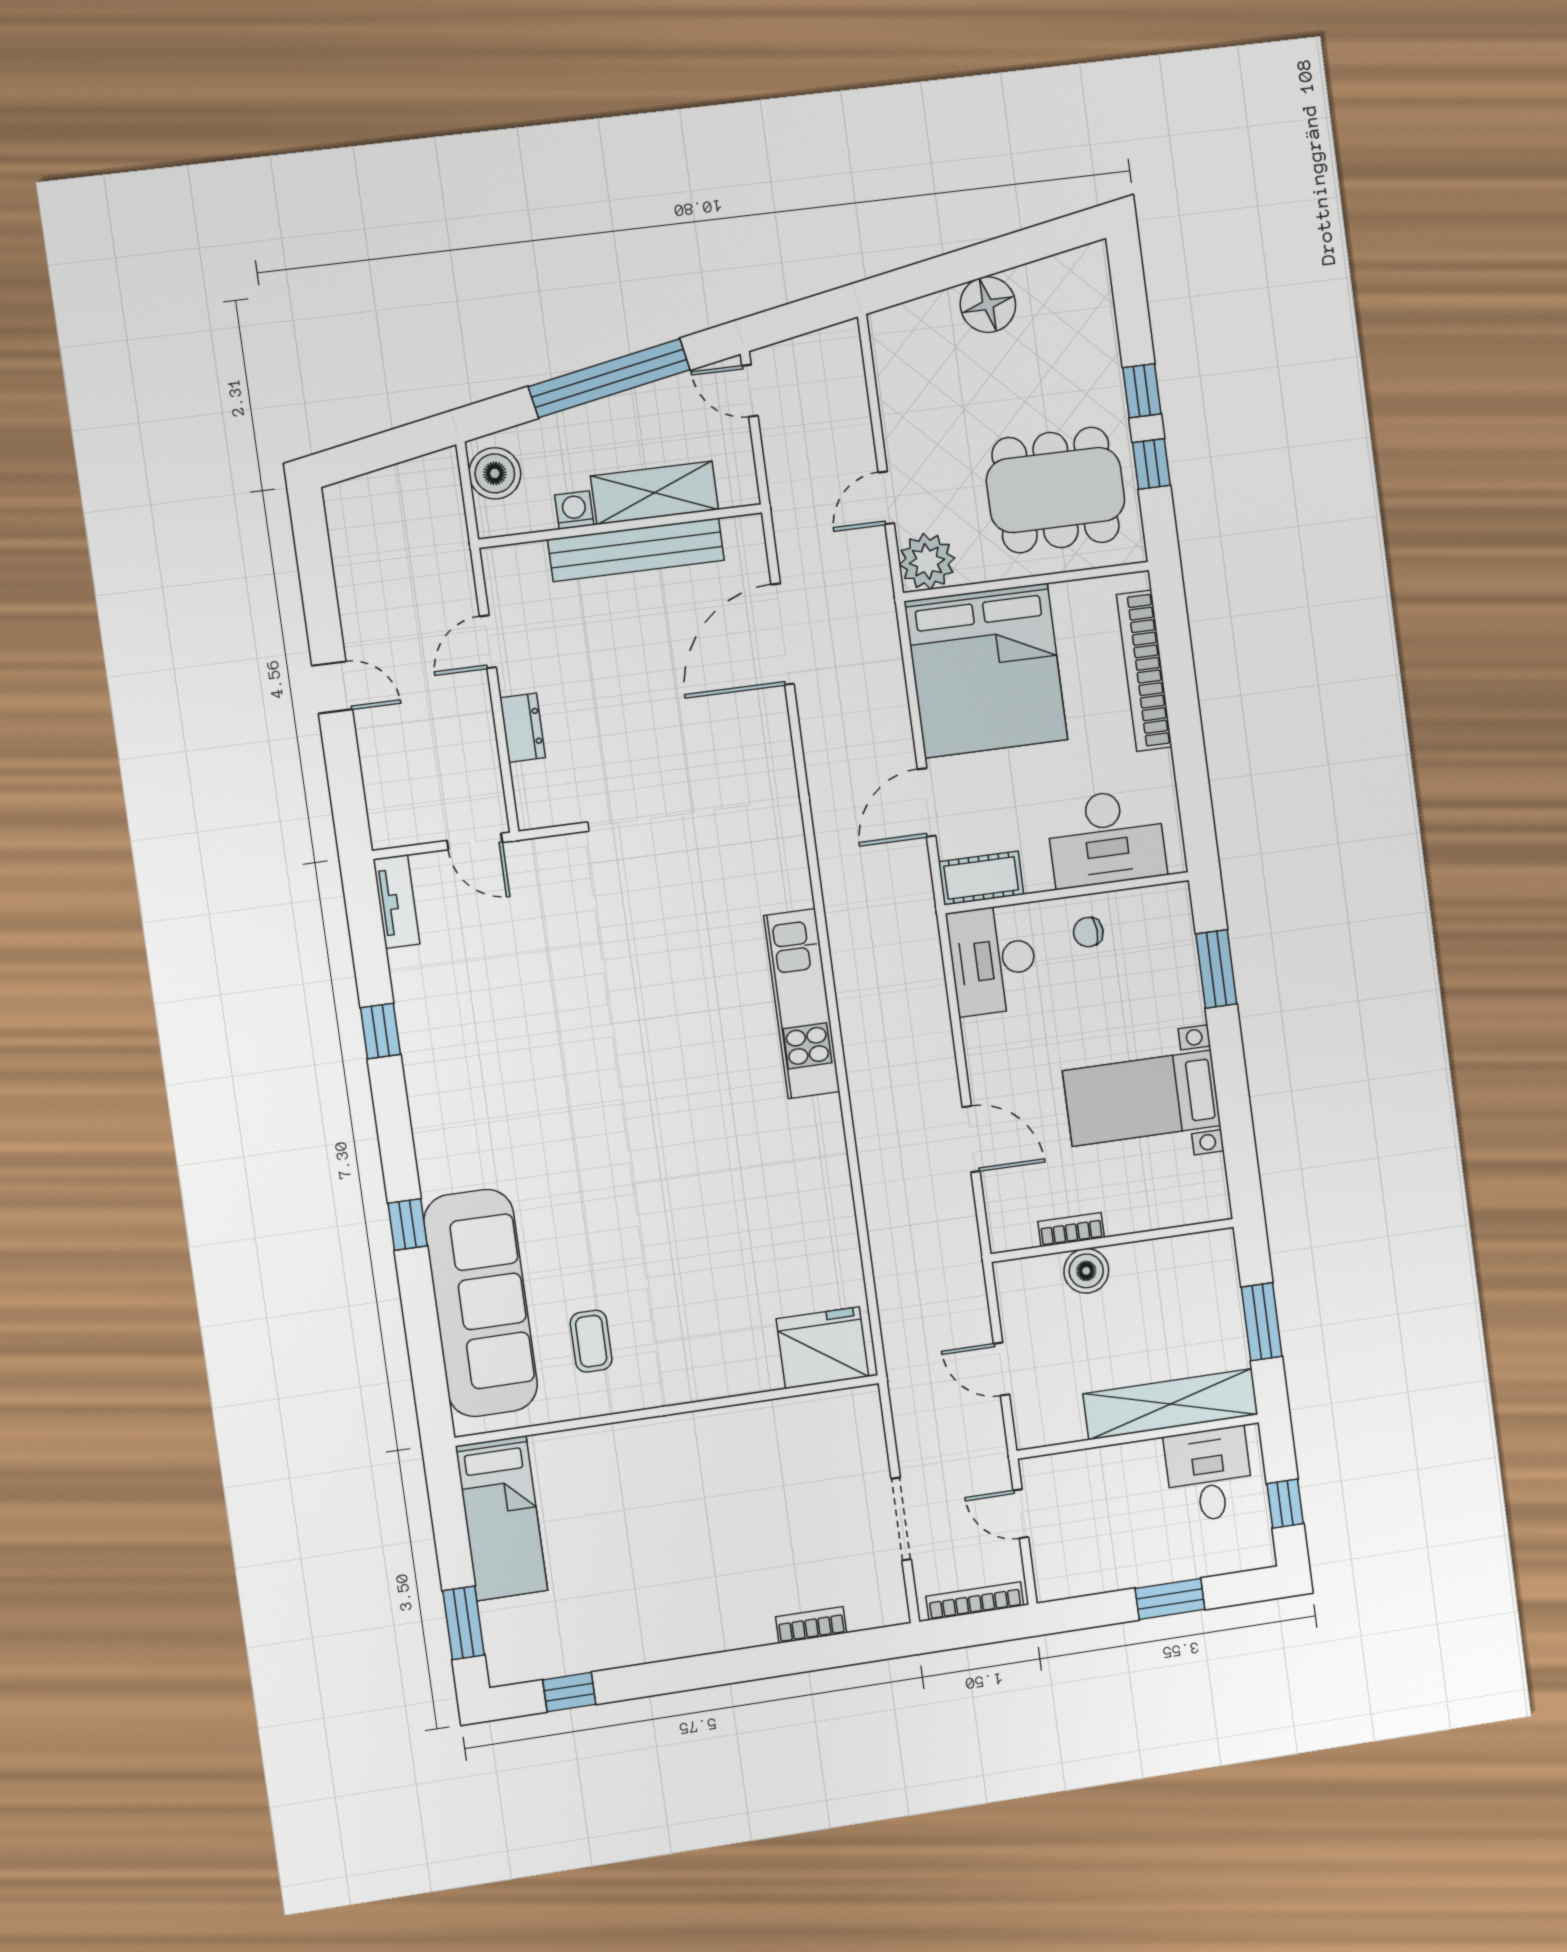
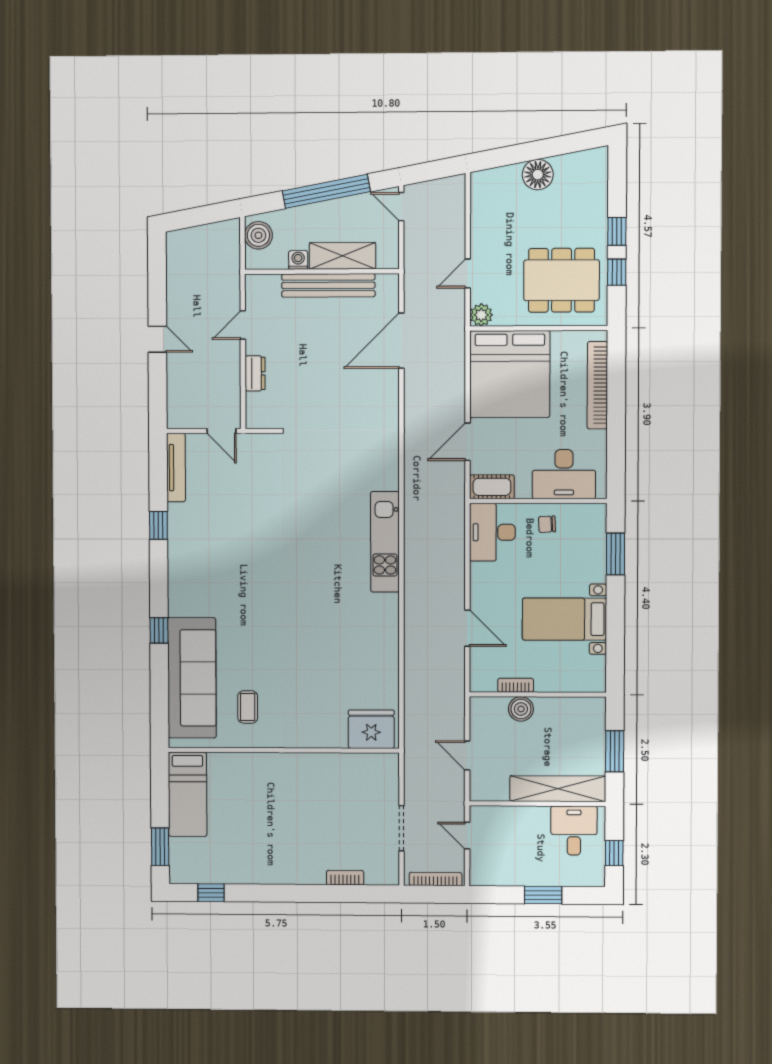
plant: (927, 561) -> (481, 315), width x0.73, depth x0.73
tv unit: (396, 902) -> (176, 468), width x1.41

